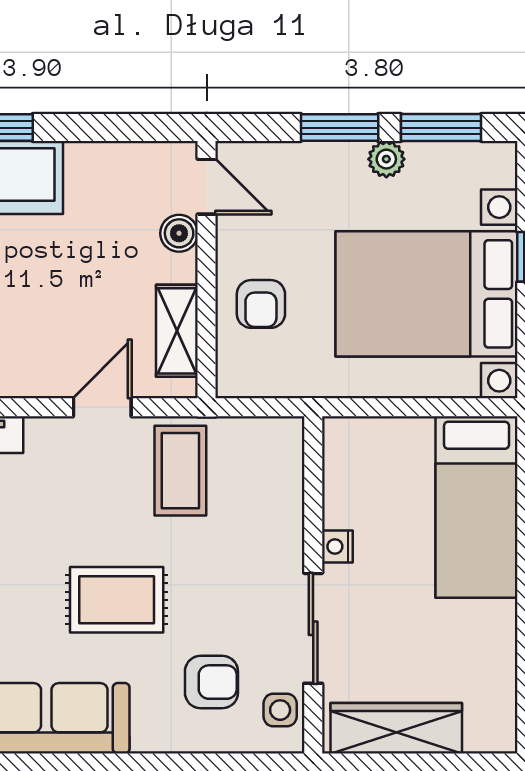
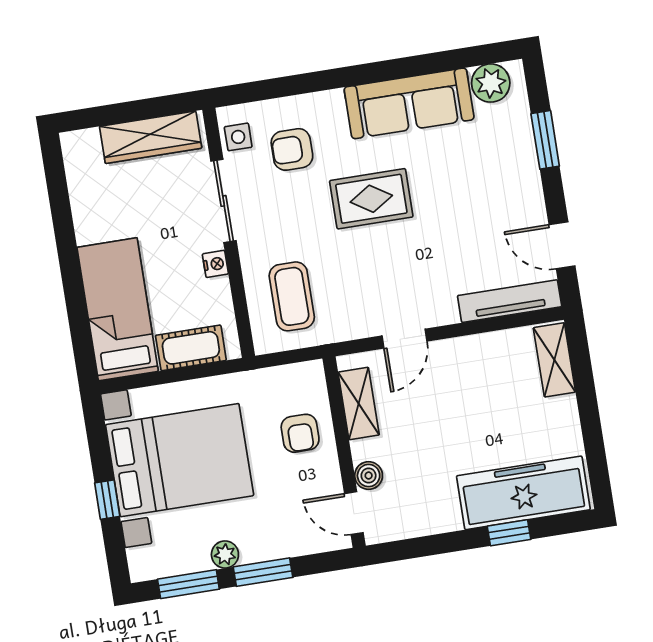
armchair: (261, 304) -> (300, 433), turned 180
cot: (388, 440) -> (191, 348), added
coffee table: (180, 471) -> (292, 296), moved

